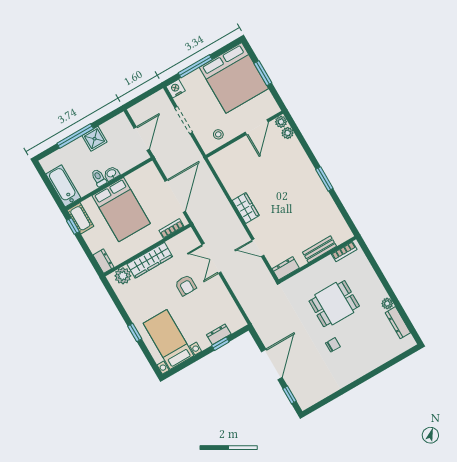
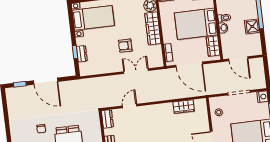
wardrobe: (140, 177) -> (213, 46), added
wardrobe: (246, 208) -> (184, 107), moved

